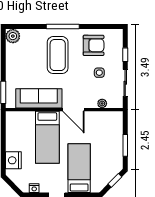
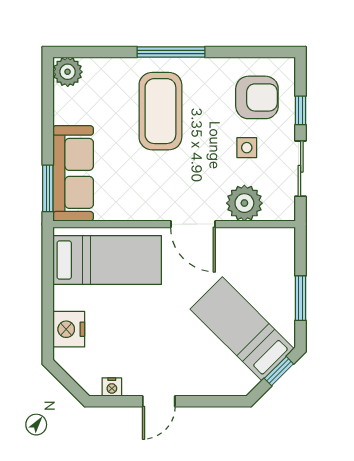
armchair: (94, 45) -> (257, 97), moved
sofa: (39, 98) -> (73, 173), moved, turned 90
plant: (102, 103) -> (244, 203), width x1.87, depth x1.87
bed: (47, 137) -> (107, 260), moved, turned -90
bed: (79, 168) -> (242, 329), moved, turned -45

